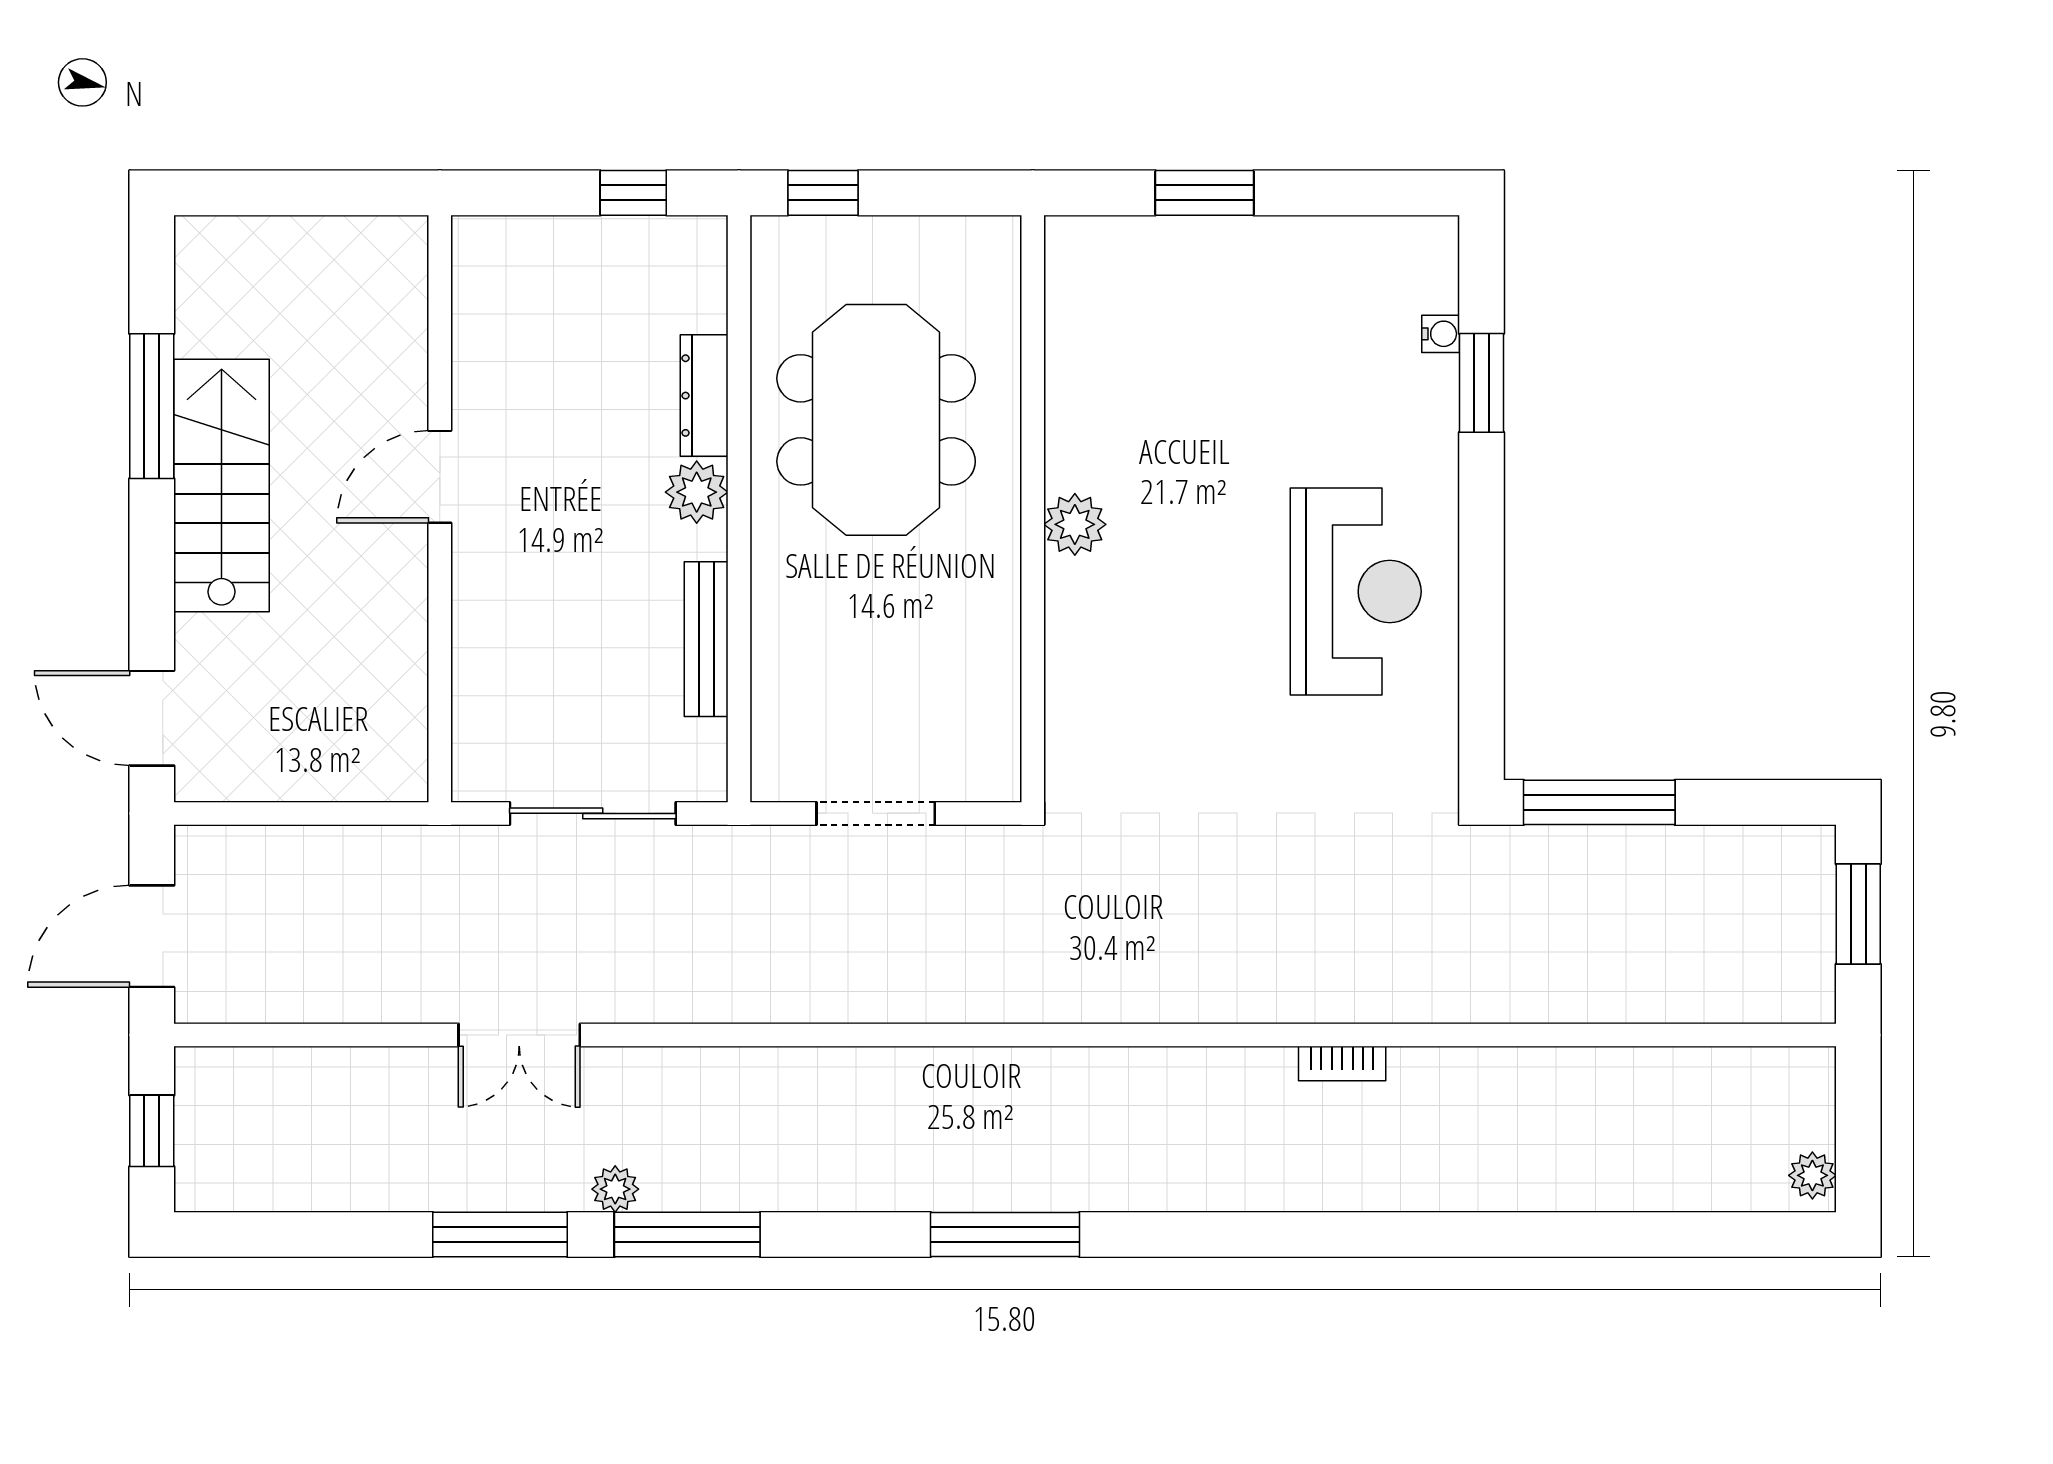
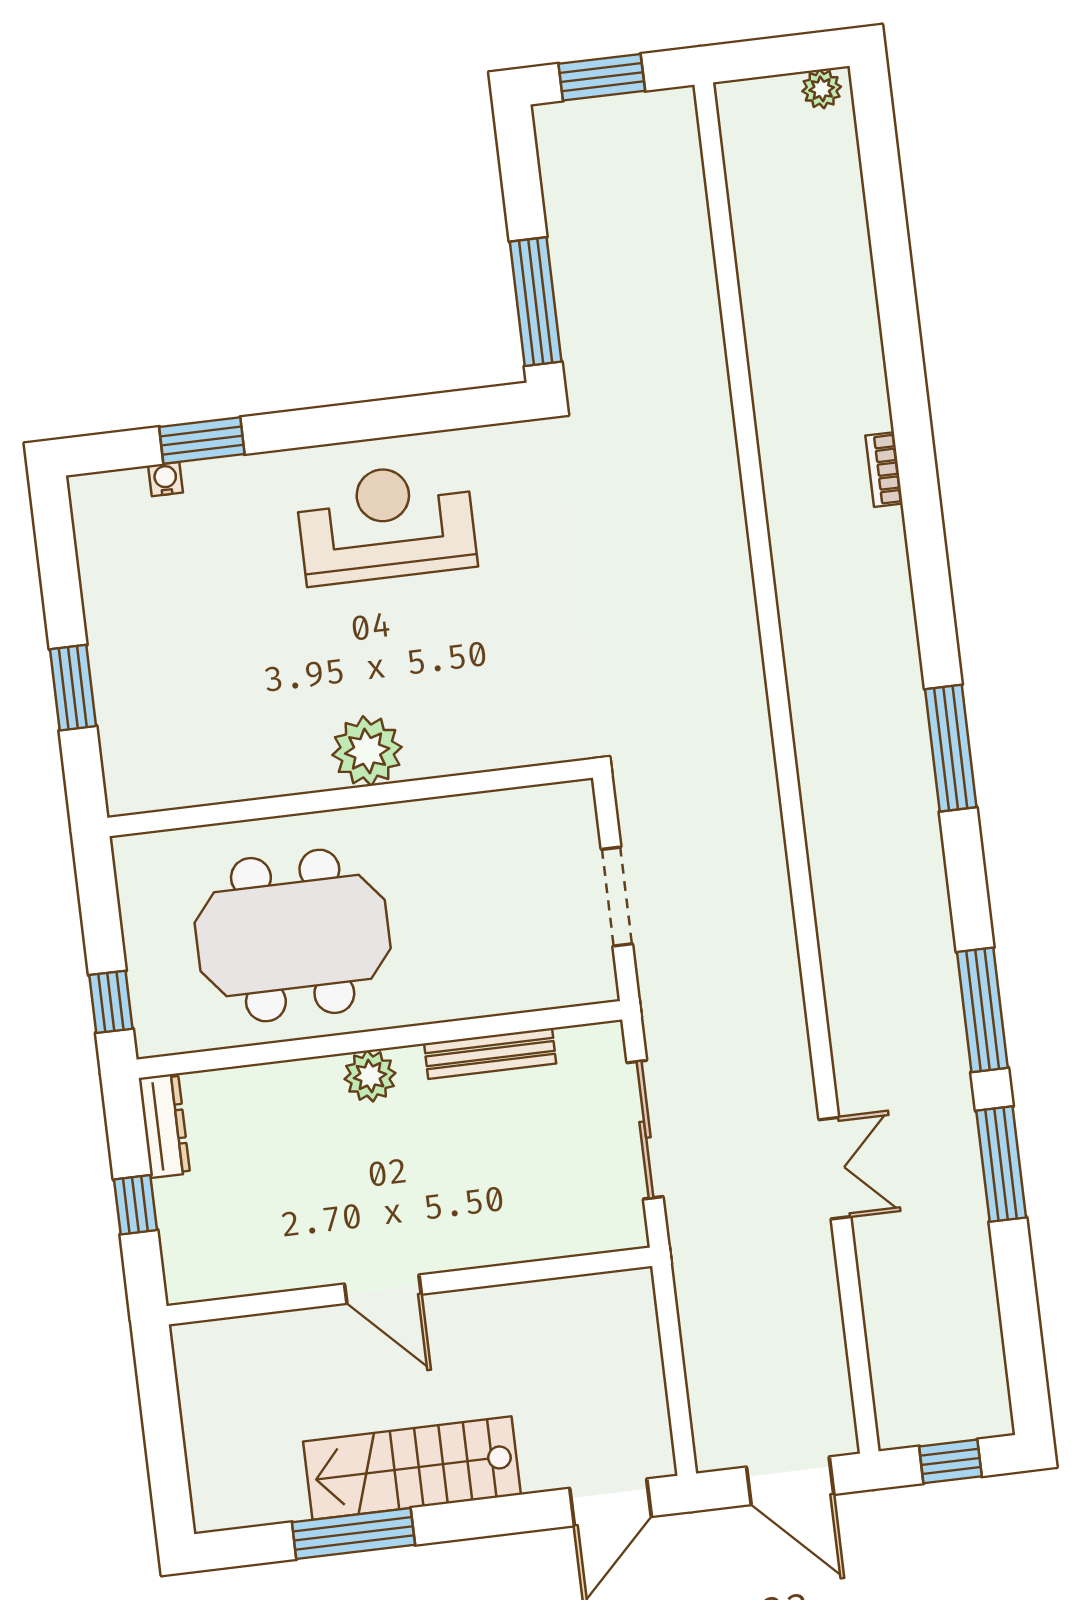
window: (633, 193) -> (135, 1205), moved
dresser: (704, 396) -> (164, 1126), moved, turned -90
plant: (1075, 524) -> (367, 751), width x1.36, depth x1.36
bookcase: (1342, 1064) -> (884, 470), moved, turned 180
plant: (615, 1189) -> (952, 1074), removed

